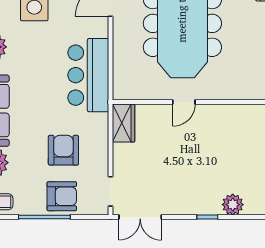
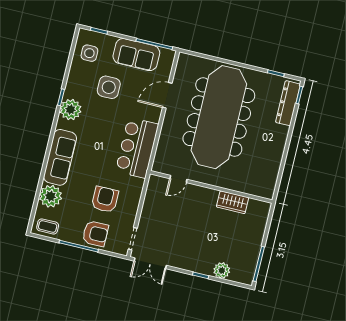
door: (184, 102) -> (178, 179), moved
wardrobe: (124, 123) -> (233, 202), moved, turned 90

